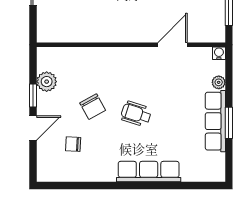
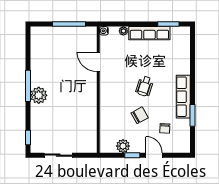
window: (229, 123) -> (168, 24), moved
row of seats: (149, 172) -> (183, 97), moved
window: (92, 186) -> (192, 115), added

